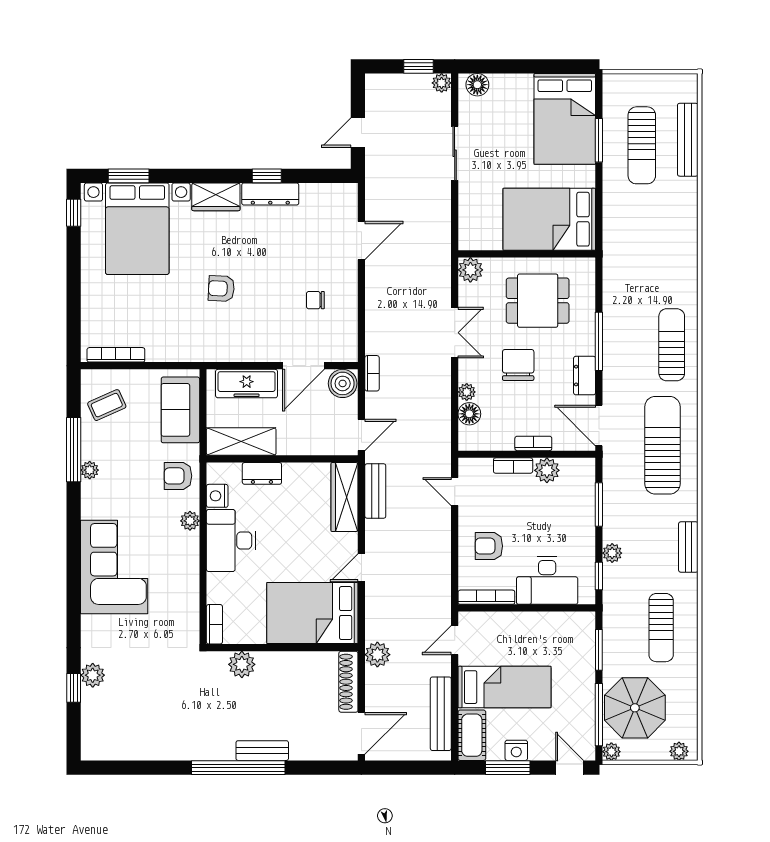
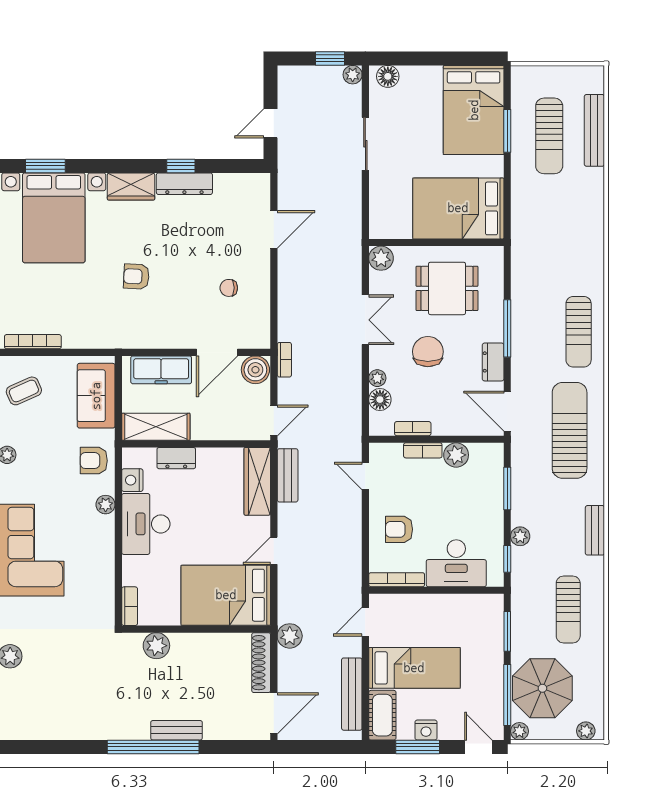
sun lounger: (672, 345) -> (579, 332), turned 180
bookcase: (533, 443) -> (413, 429), moved

